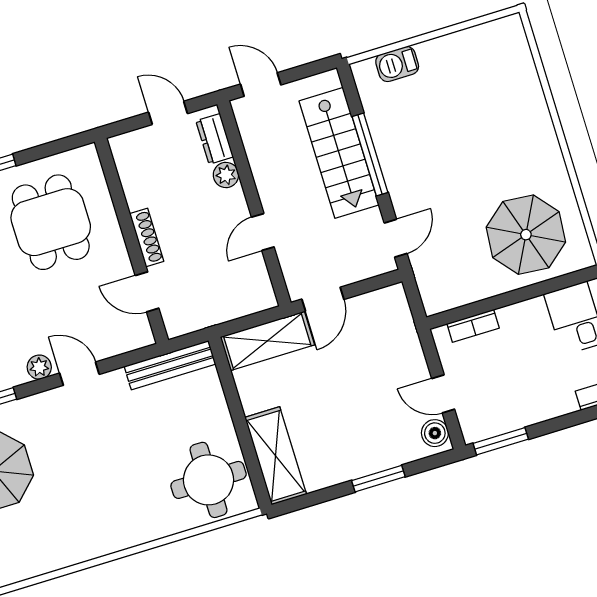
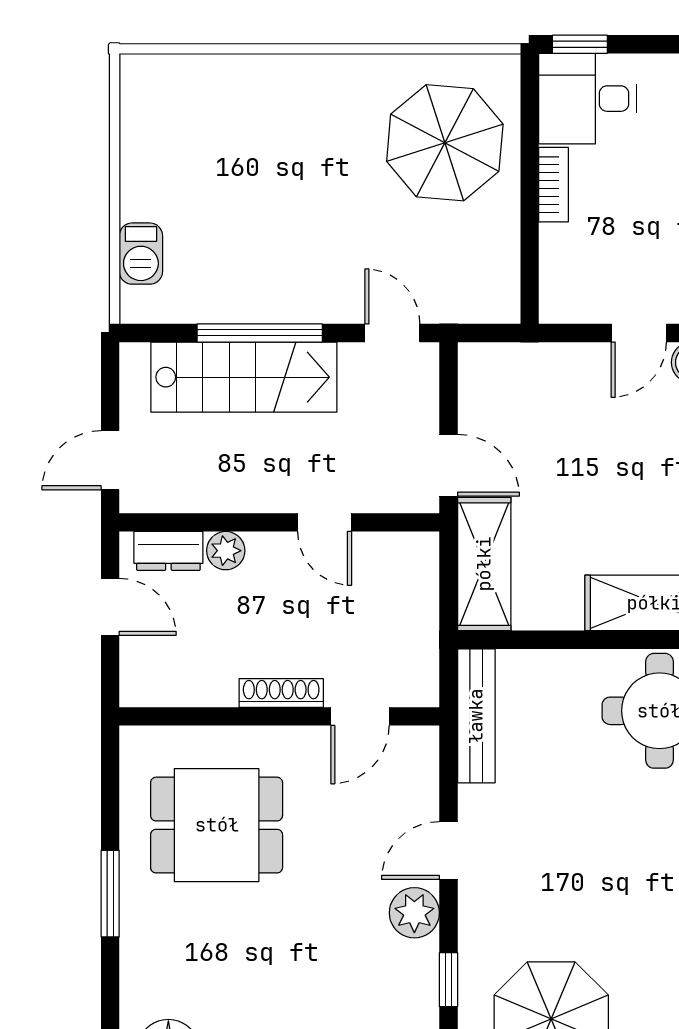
door: (168, 113) -> (110, 607), swing flipped
bookcase: (473, 326) -> (554, 185), moved
plant: (39, 367) -> (414, 913), width x1.38, depth x1.38

